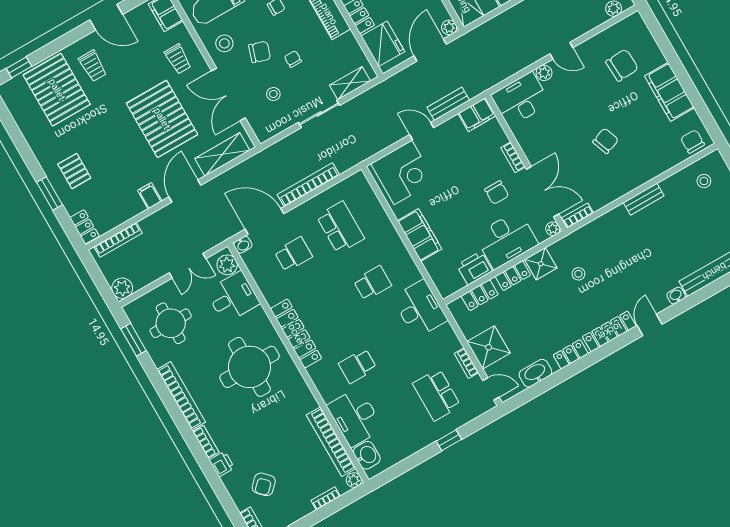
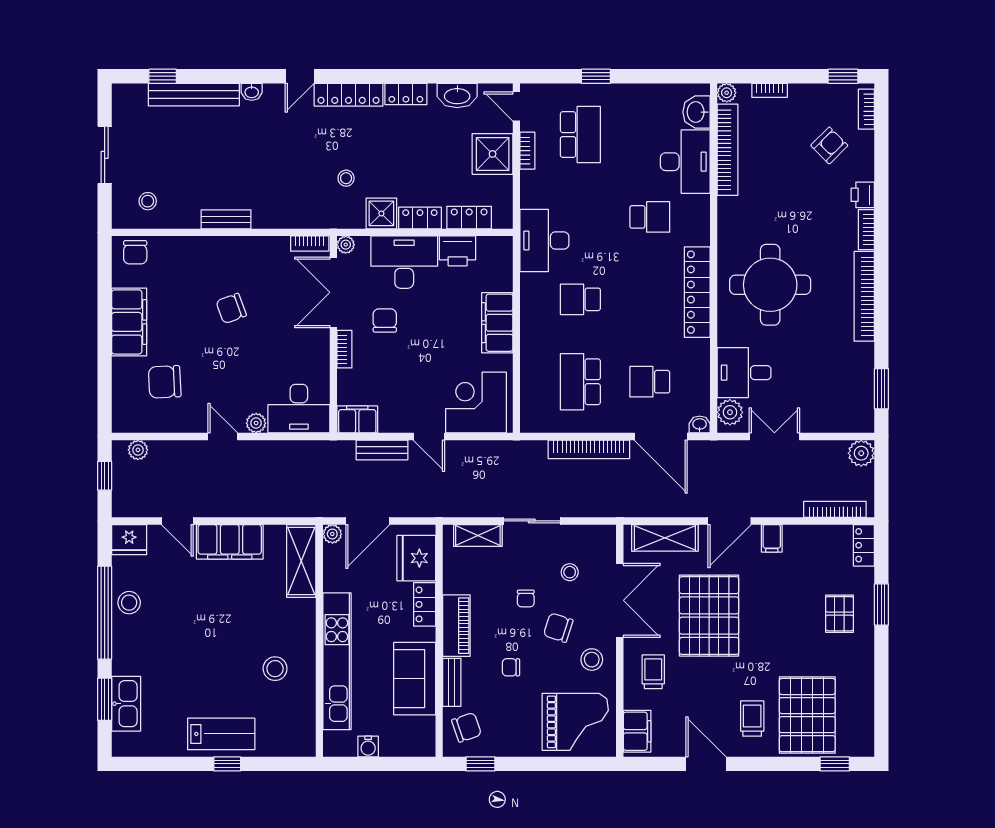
round table: (171, 323) -> (830, 383), removed

